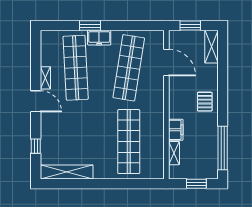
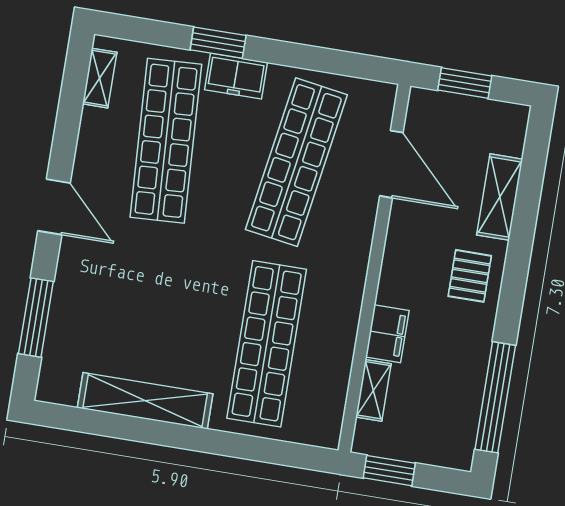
shelving: (211, 47) -> (500, 197), moved
shelving: (45, 78) -> (100, 78), moved
window: (36, 146) -> (36, 318), width x2.17
shelving: (67, 172) -> (145, 401), moved
window: (196, 184) -> (389, 471), moved

